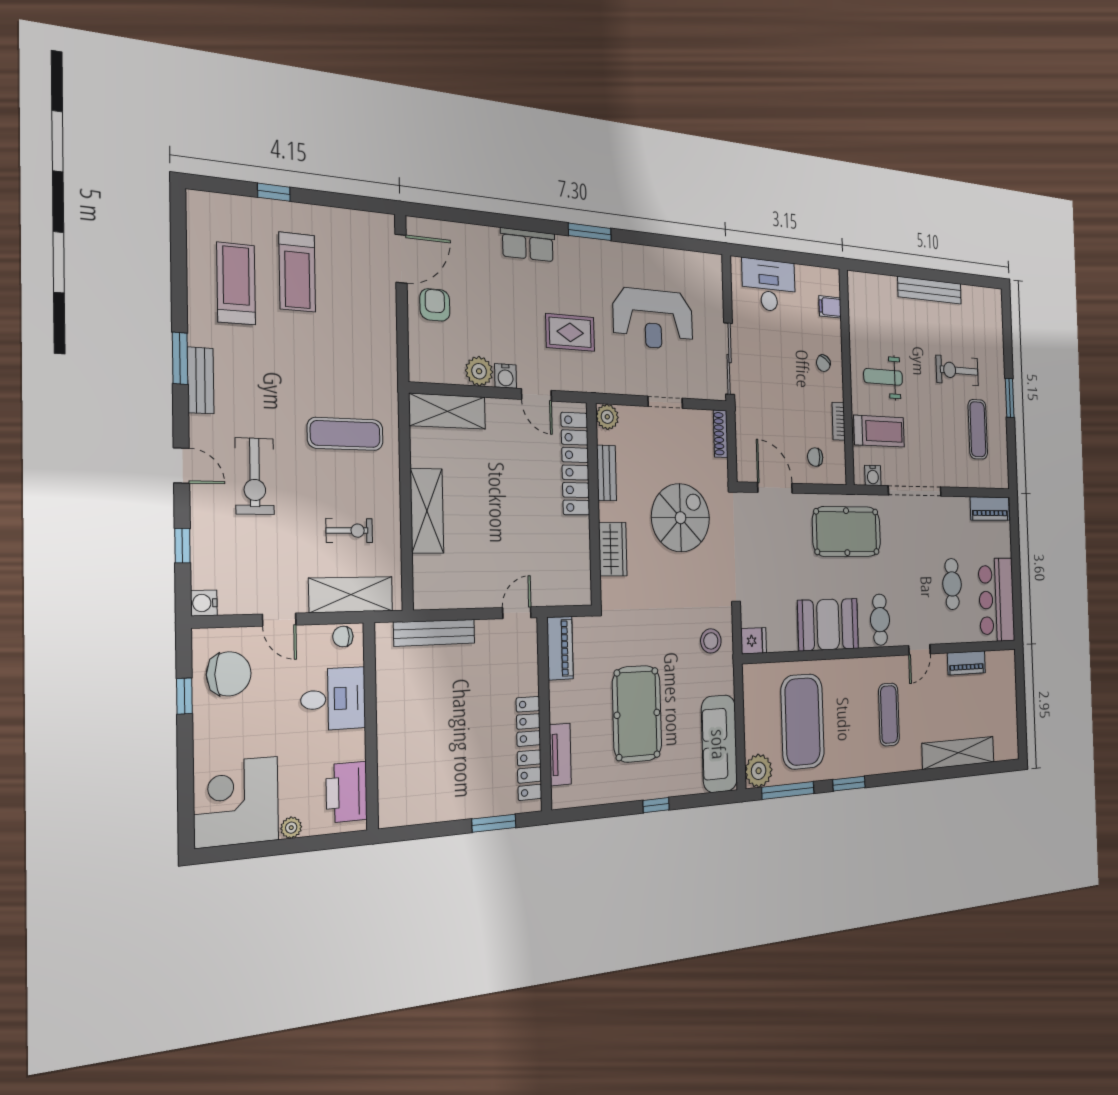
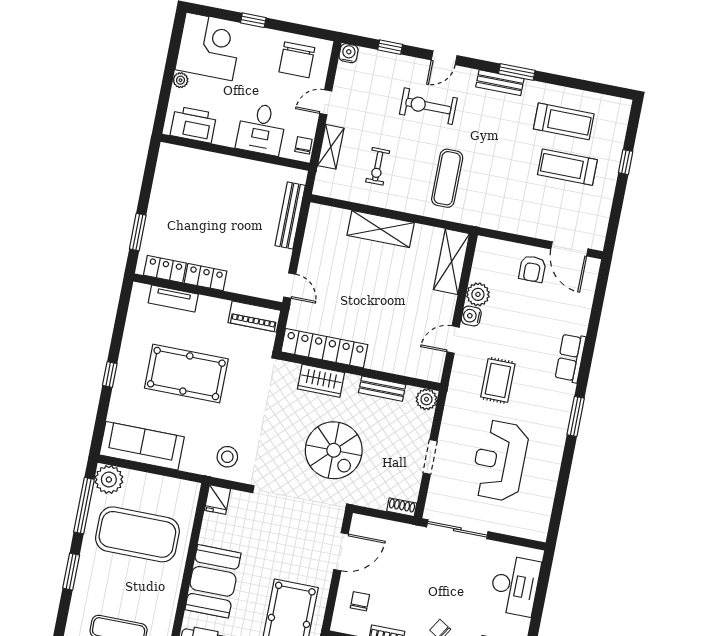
armchair: (435, 305) -> (532, 269), turned 90
shoe rack: (721, 434) -> (402, 507), width x0.70
locker: (575, 464) -> (324, 348), moved
shelving: (351, 595) -> (331, 147), width x0.67, depth x0.75
window: (184, 696) -> (253, 20), moved

